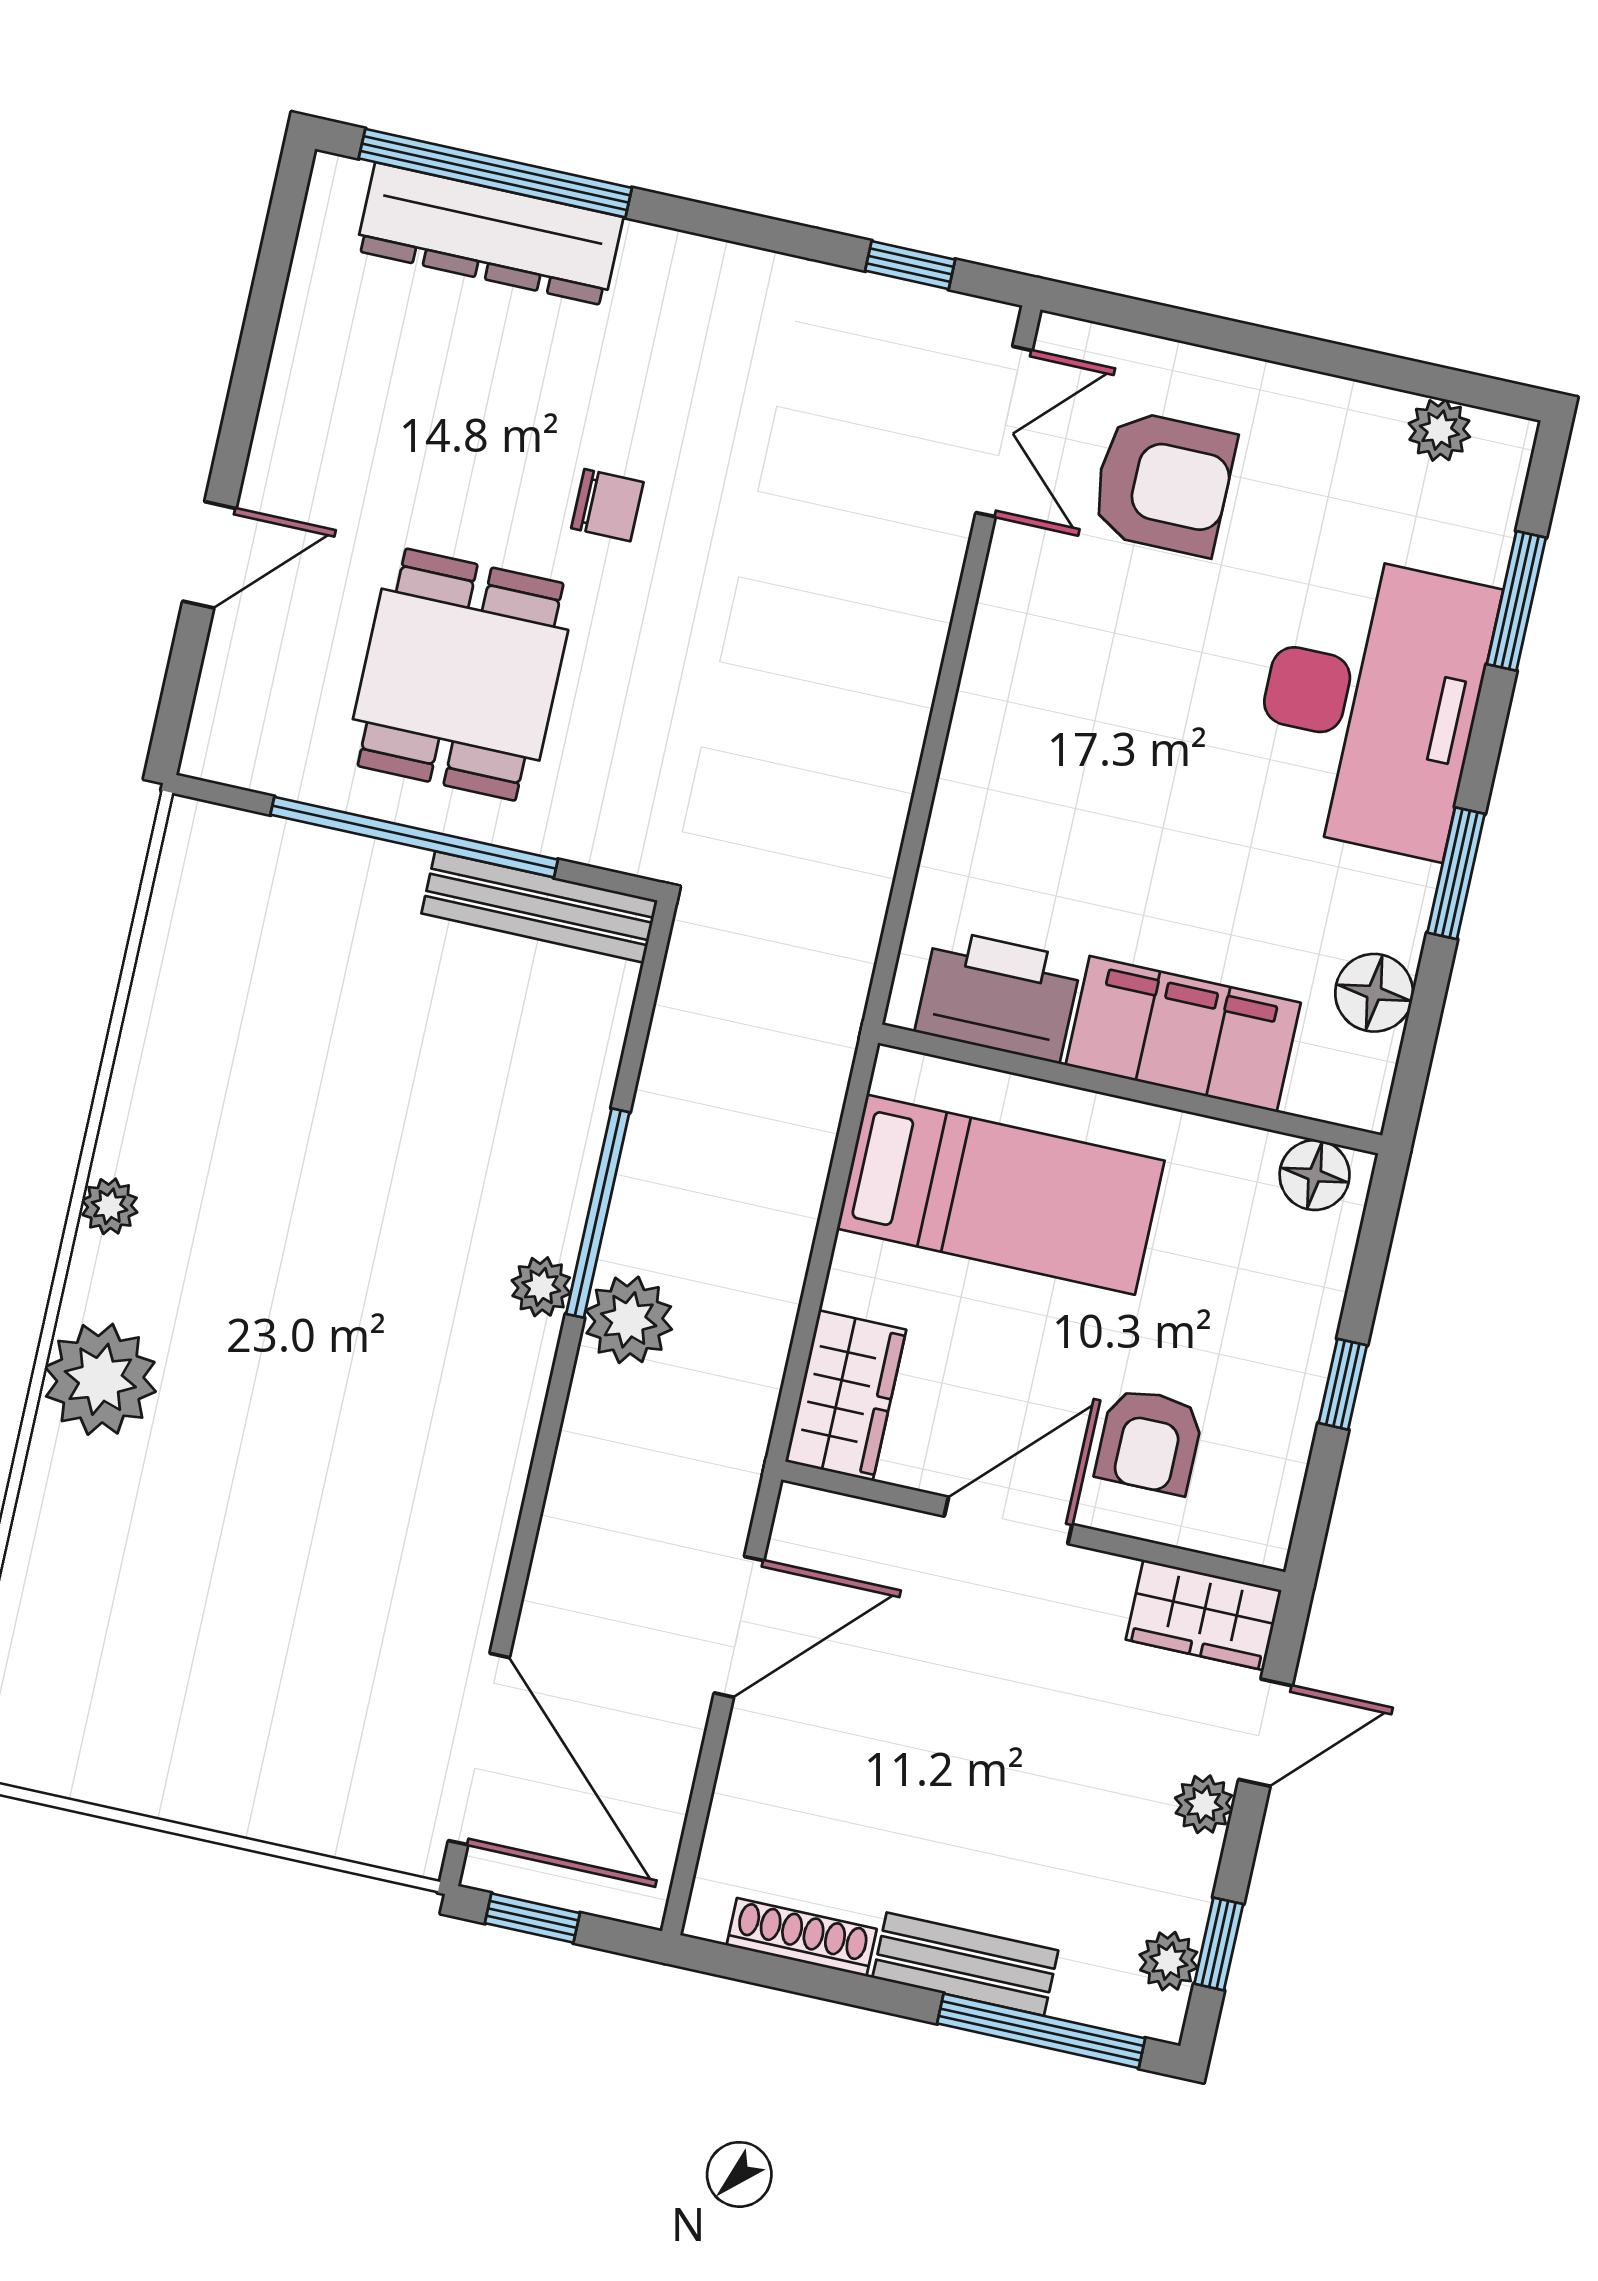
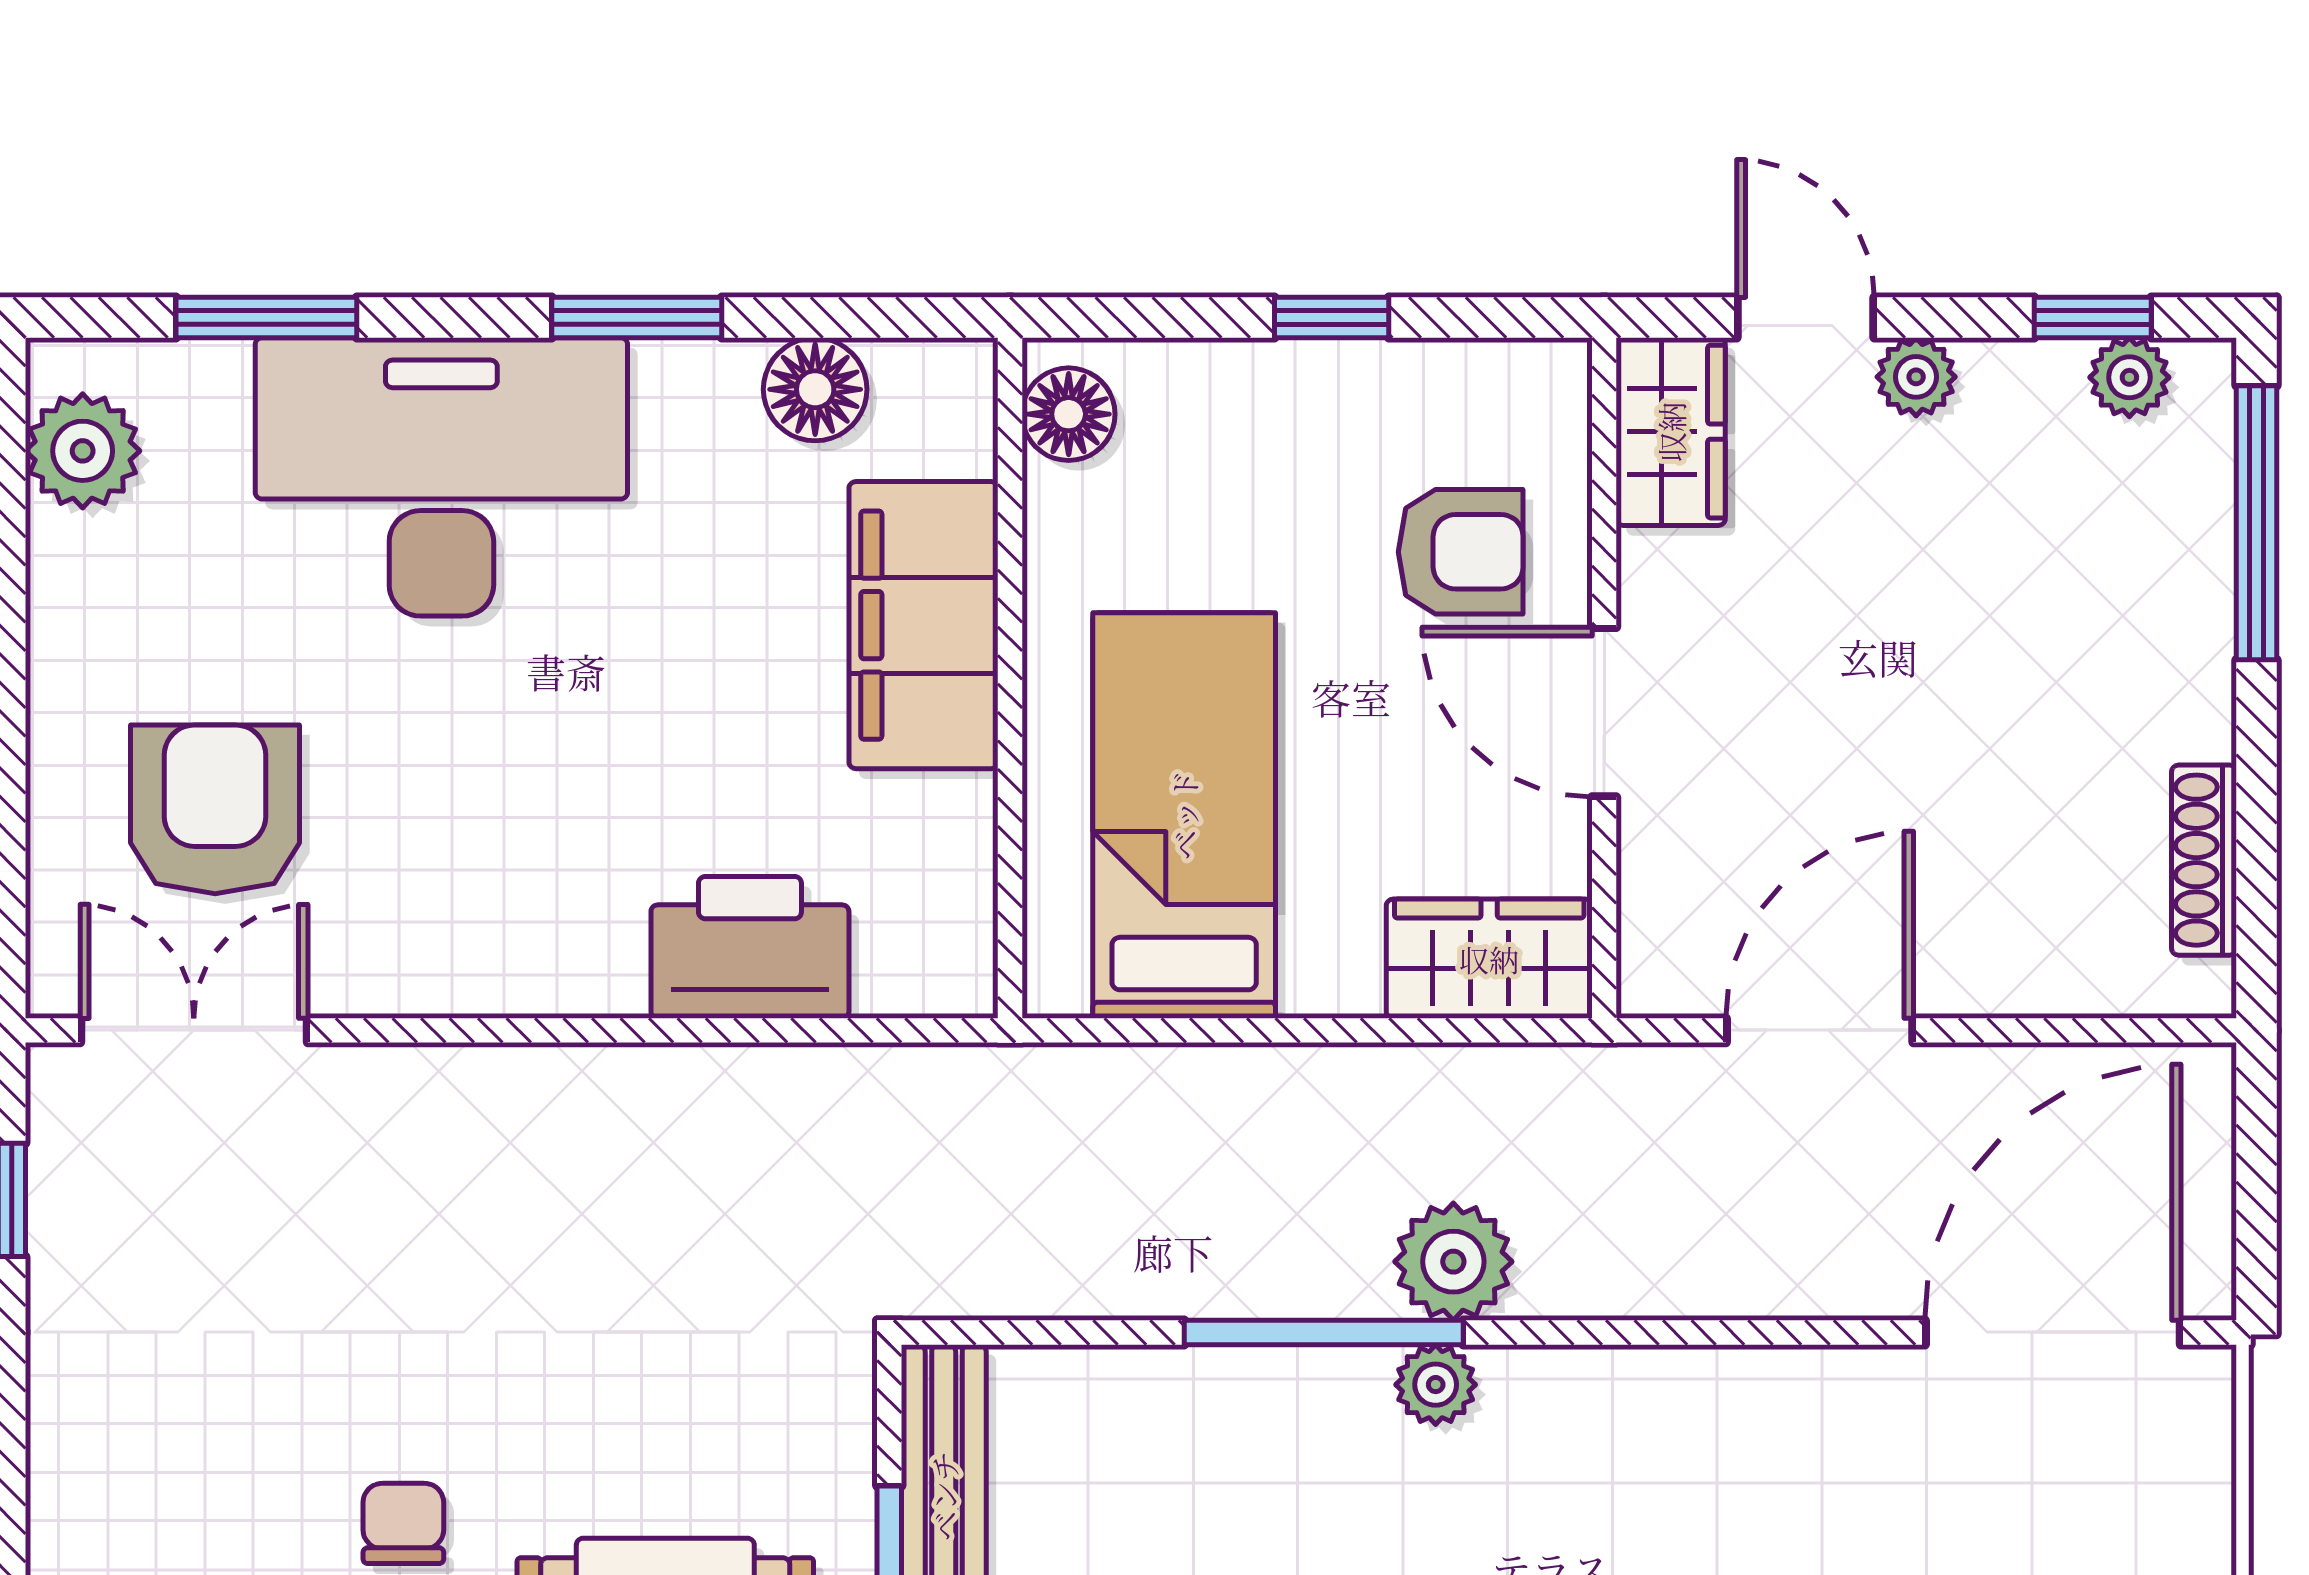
plant: (1439, 430) -> (83, 451), width x1.38, depth x1.38
printer: (998, 996) -> (750, 947), moved, turned 90
door: (739, 1627) -> (1820, 1030), hinge flipped
window: (532, 1918) -> (2257, 1215), removed
bench: (965, 1964) -> (2192, 640), removed

